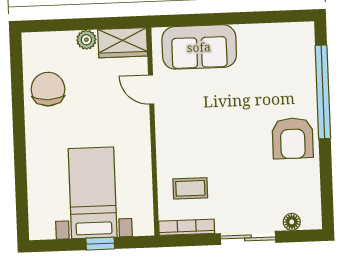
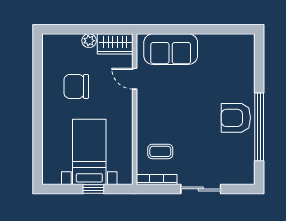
chair: (48, 89) -> (76, 86), moved, turned -90
window: (323, 92) -> (259, 127), moved
armchair: (293, 138) -> (236, 118), turned 90
floor lamp: (292, 222) -> (233, 179), removed

